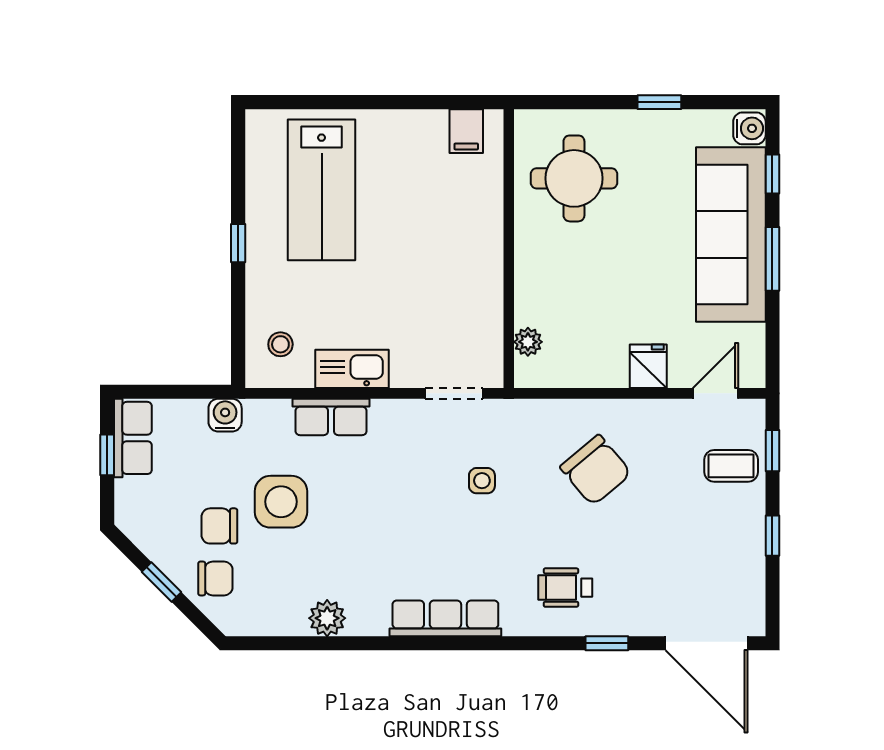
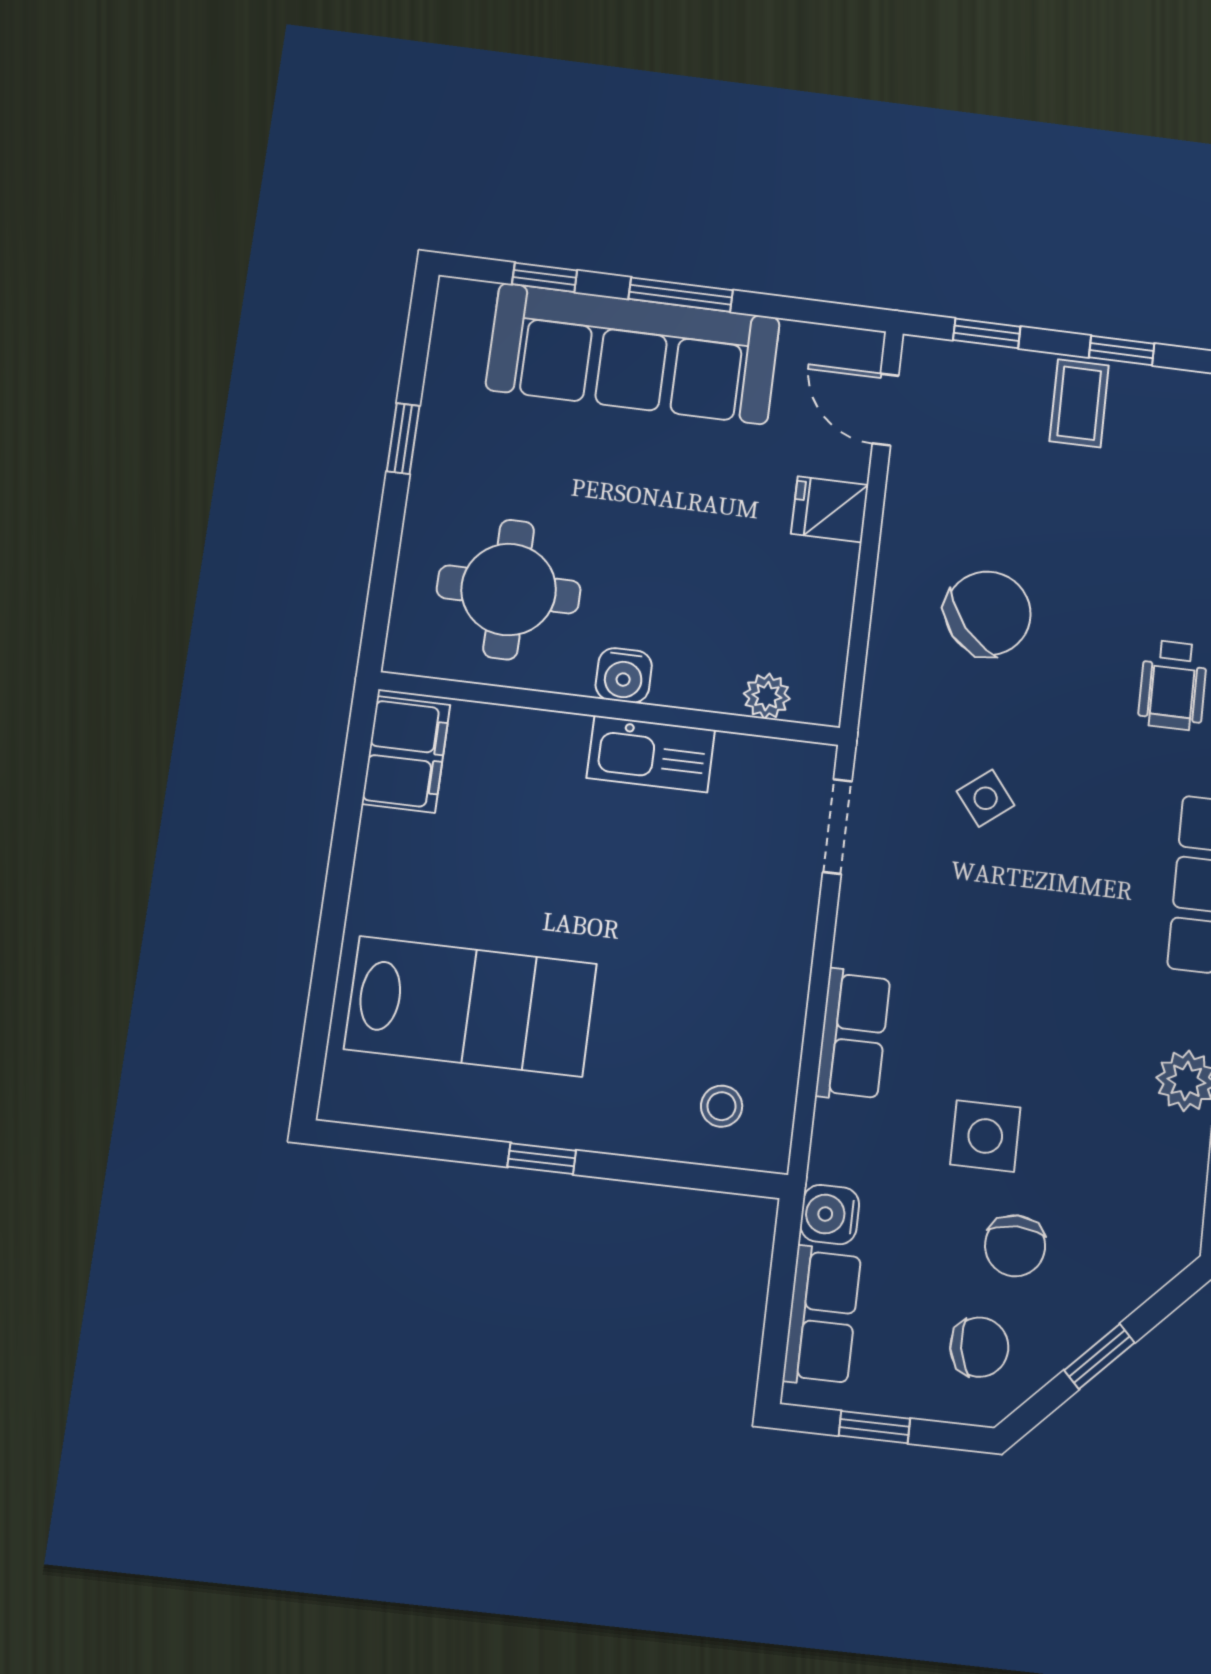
water cooler: (749, 128) -> (624, 675), moved, turned 180
filing cabinet: (466, 131) -> (406, 754), width x2.00
kitchen sink: (352, 369) -> (651, 754), moved, turned -90
row of seats: (133, 438) -> (822, 1316), moved, turned 90
coffee table: (731, 466) -> (1079, 403), moved
side table: (482, 481) -> (986, 798), turned -38
side table: (281, 502) -> (985, 1136), width x0.73, depth x0.73
chair: (215, 578) -> (979, 1347), moved, turned 81

